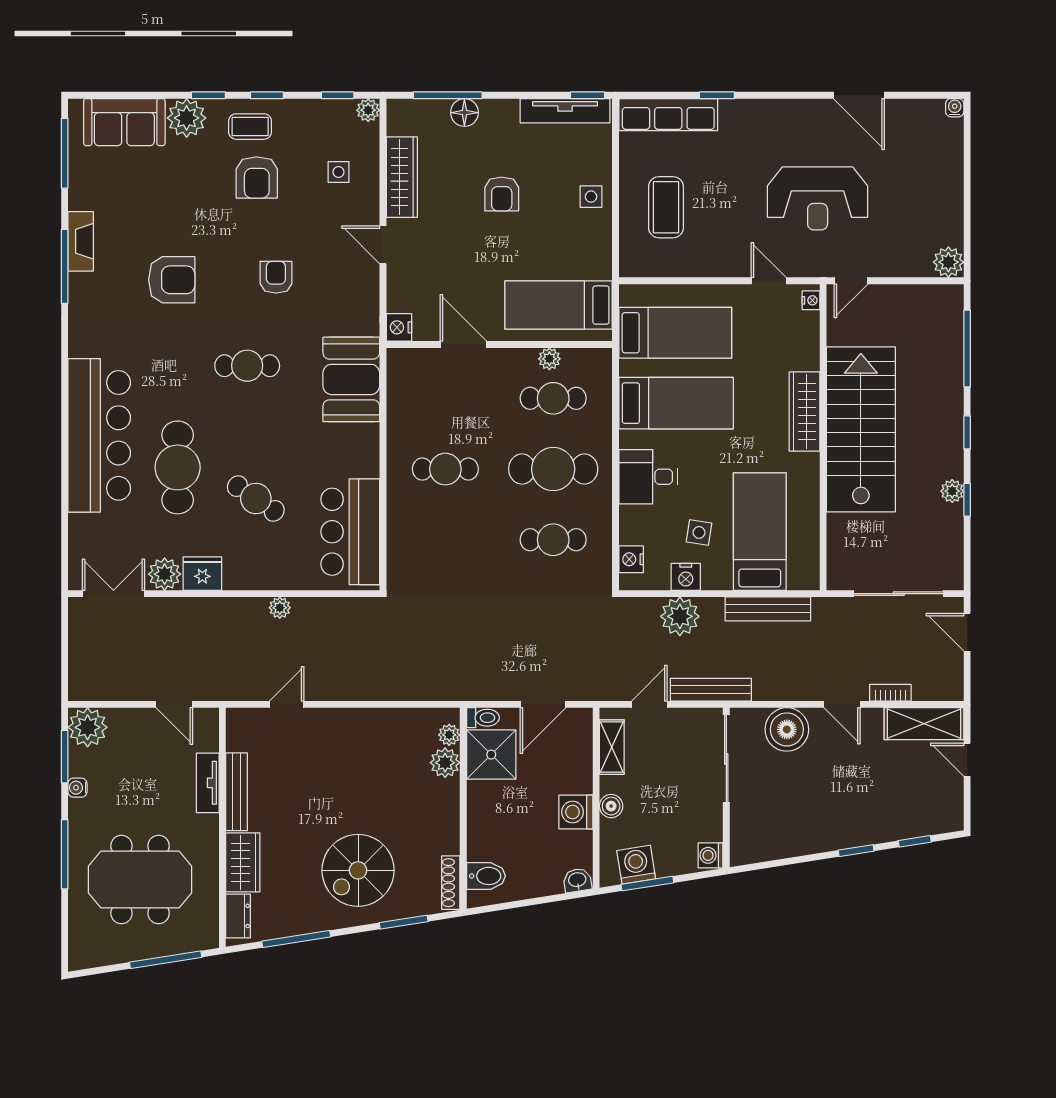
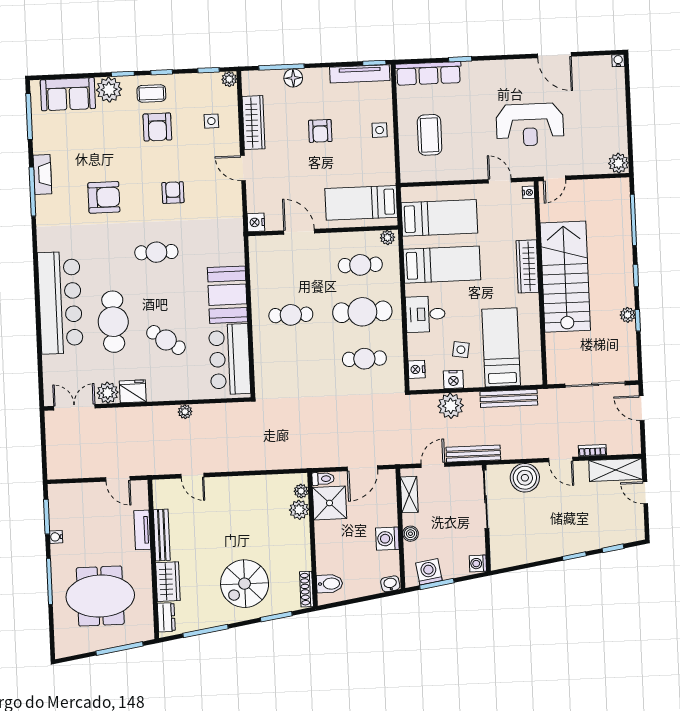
plant: (549, 359) -> (387, 237), moved
booth: (351, 379) -> (227, 295), moved
door: (287, 704) -> (192, 476), swing flipped
plant: (88, 727) -> (61, 497), removed

